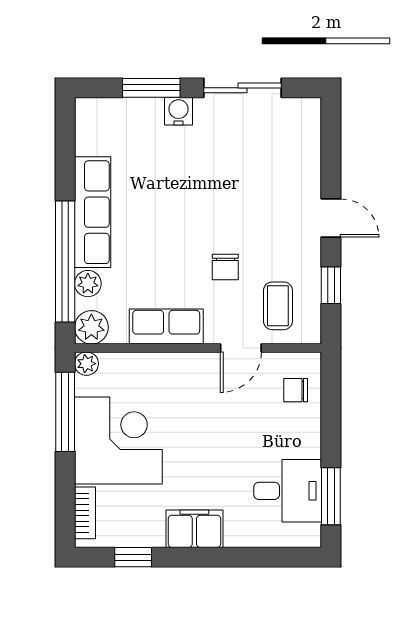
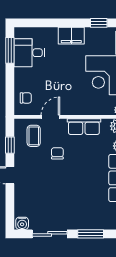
water cooler: (179, 111) -> (22, 223), moved

